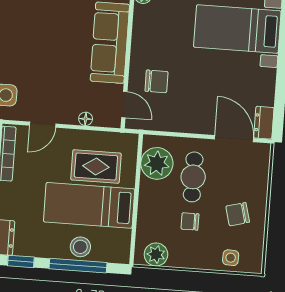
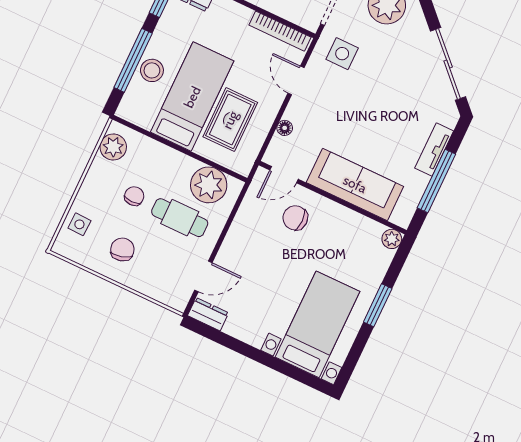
chair: (156, 81) -> (295, 218), turned 90
door: (234, 139) -> (203, 276), width x0.73

